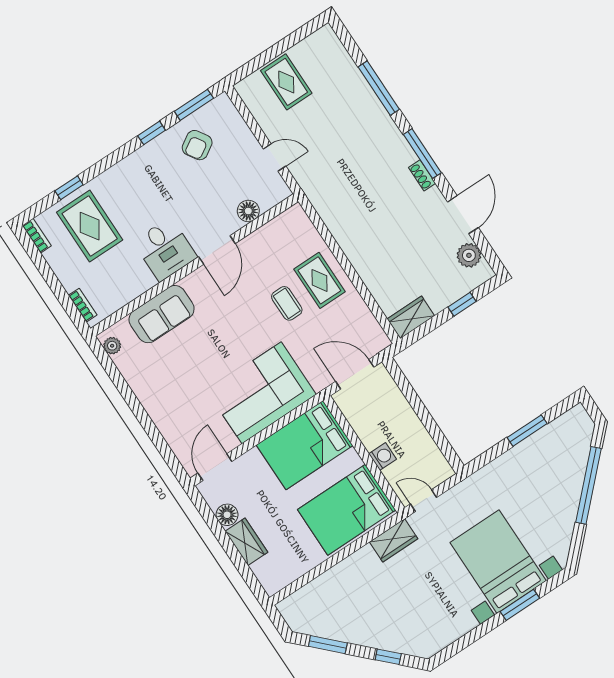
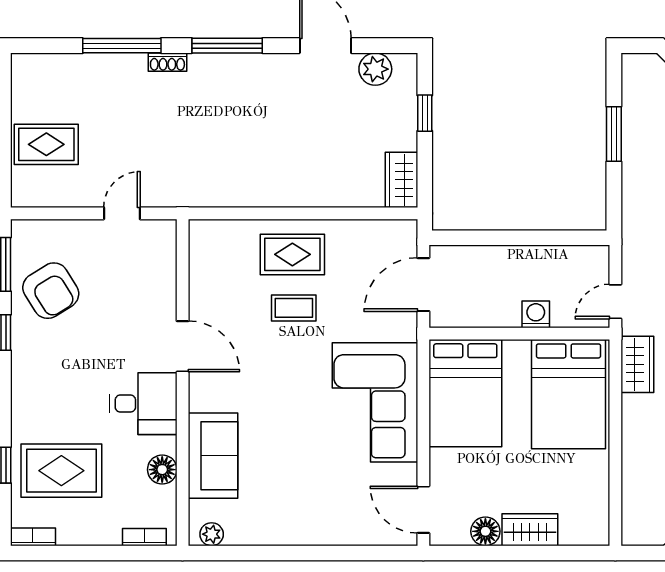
armchair: (197, 145) -> (51, 291), width x1.38, depth x1.38
shoe rack: (422, 175) -> (167, 62), moved
floor lamp: (248, 211) -> (162, 470), moved

